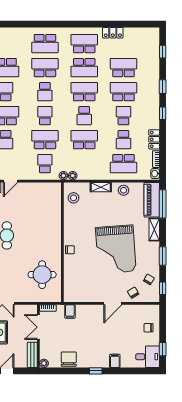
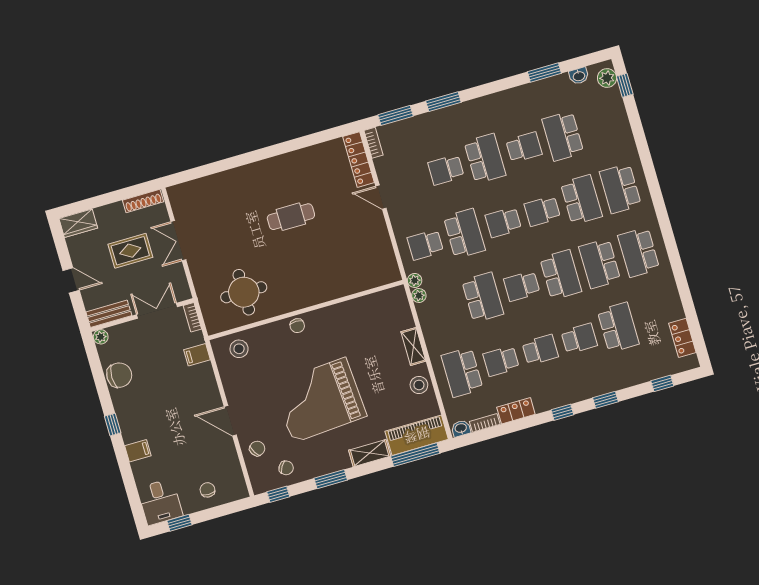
locker: (113, 33) -> (682, 338), moved
school desk: (84, 44) -> (639, 252), turned 180
school desk: (123, 92) -> (579, 339), width x0.54
school desk: (45, 116) -> (503, 222), turned 180
school desk: (45, 164) -> (425, 245), turned 180
stool: (73, 198) -> (239, 349), moved

